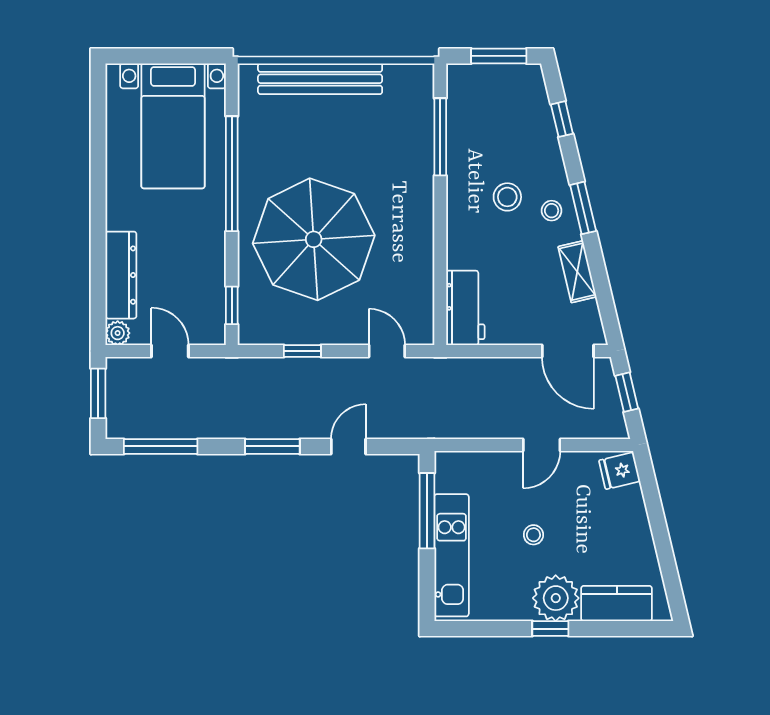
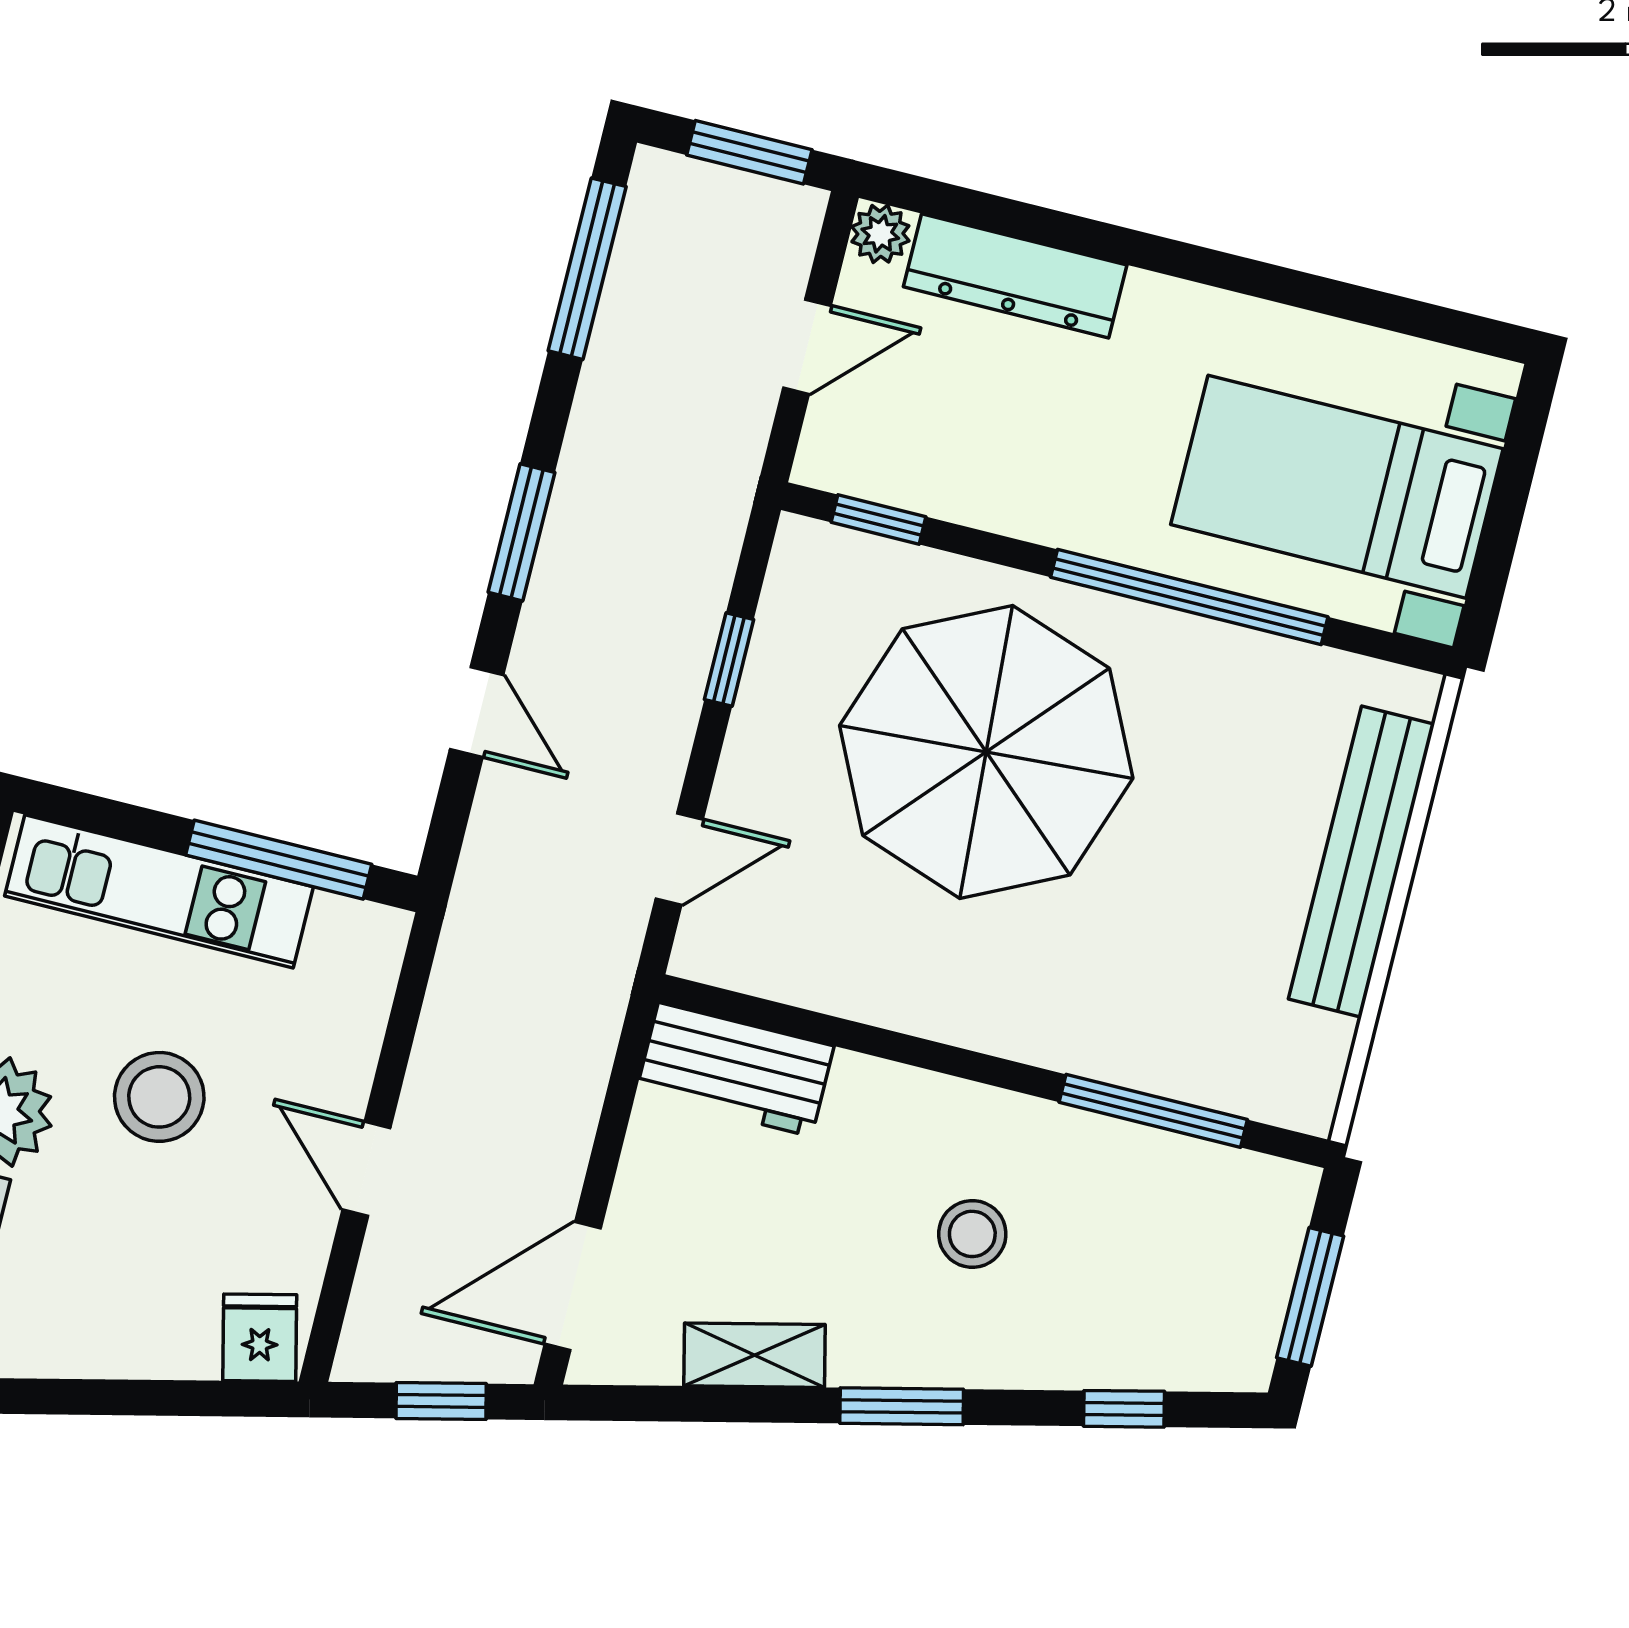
stool: (552, 211) -> (914, 1330), removed
stool: (533, 535) -> (159, 1097), width x1.89, depth x1.89

